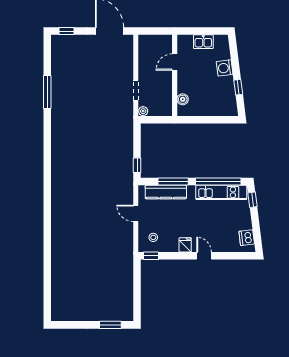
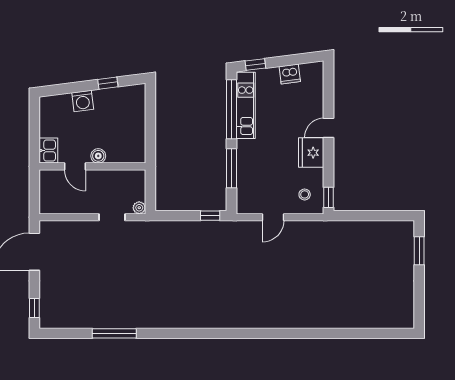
kitchen sink: (203, 42) -> (48, 151), moved
boiler: (183, 99) -> (98, 156), moved
kitchen counter: (166, 192) -> (245, 178), removed
dishwasher: (247, 238) -> (290, 74), moved
fridge: (185, 245) -> (311, 153), width x1.88, depth x1.34

